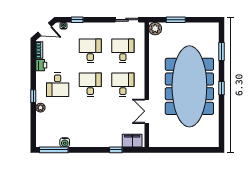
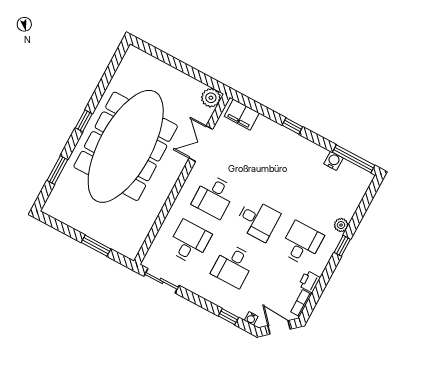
plant: (155, 29) -> (211, 98), moved
desk: (123, 51) -> (189, 242), turned 180
desk: (90, 85) -> (258, 220), turned -90
double door: (147, 111) -> (201, 144), swing flipped
window: (116, 150) -> (292, 126), moved

